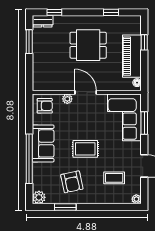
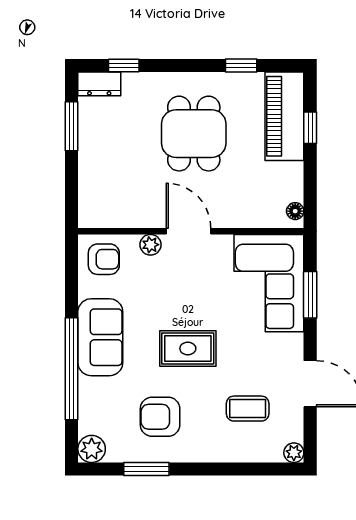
dining table: (88, 45) -> (194, 134), turned 90
piano: (132, 56) -> (284, 116), moved
armchair: (72, 182) -> (160, 417), turned 102

